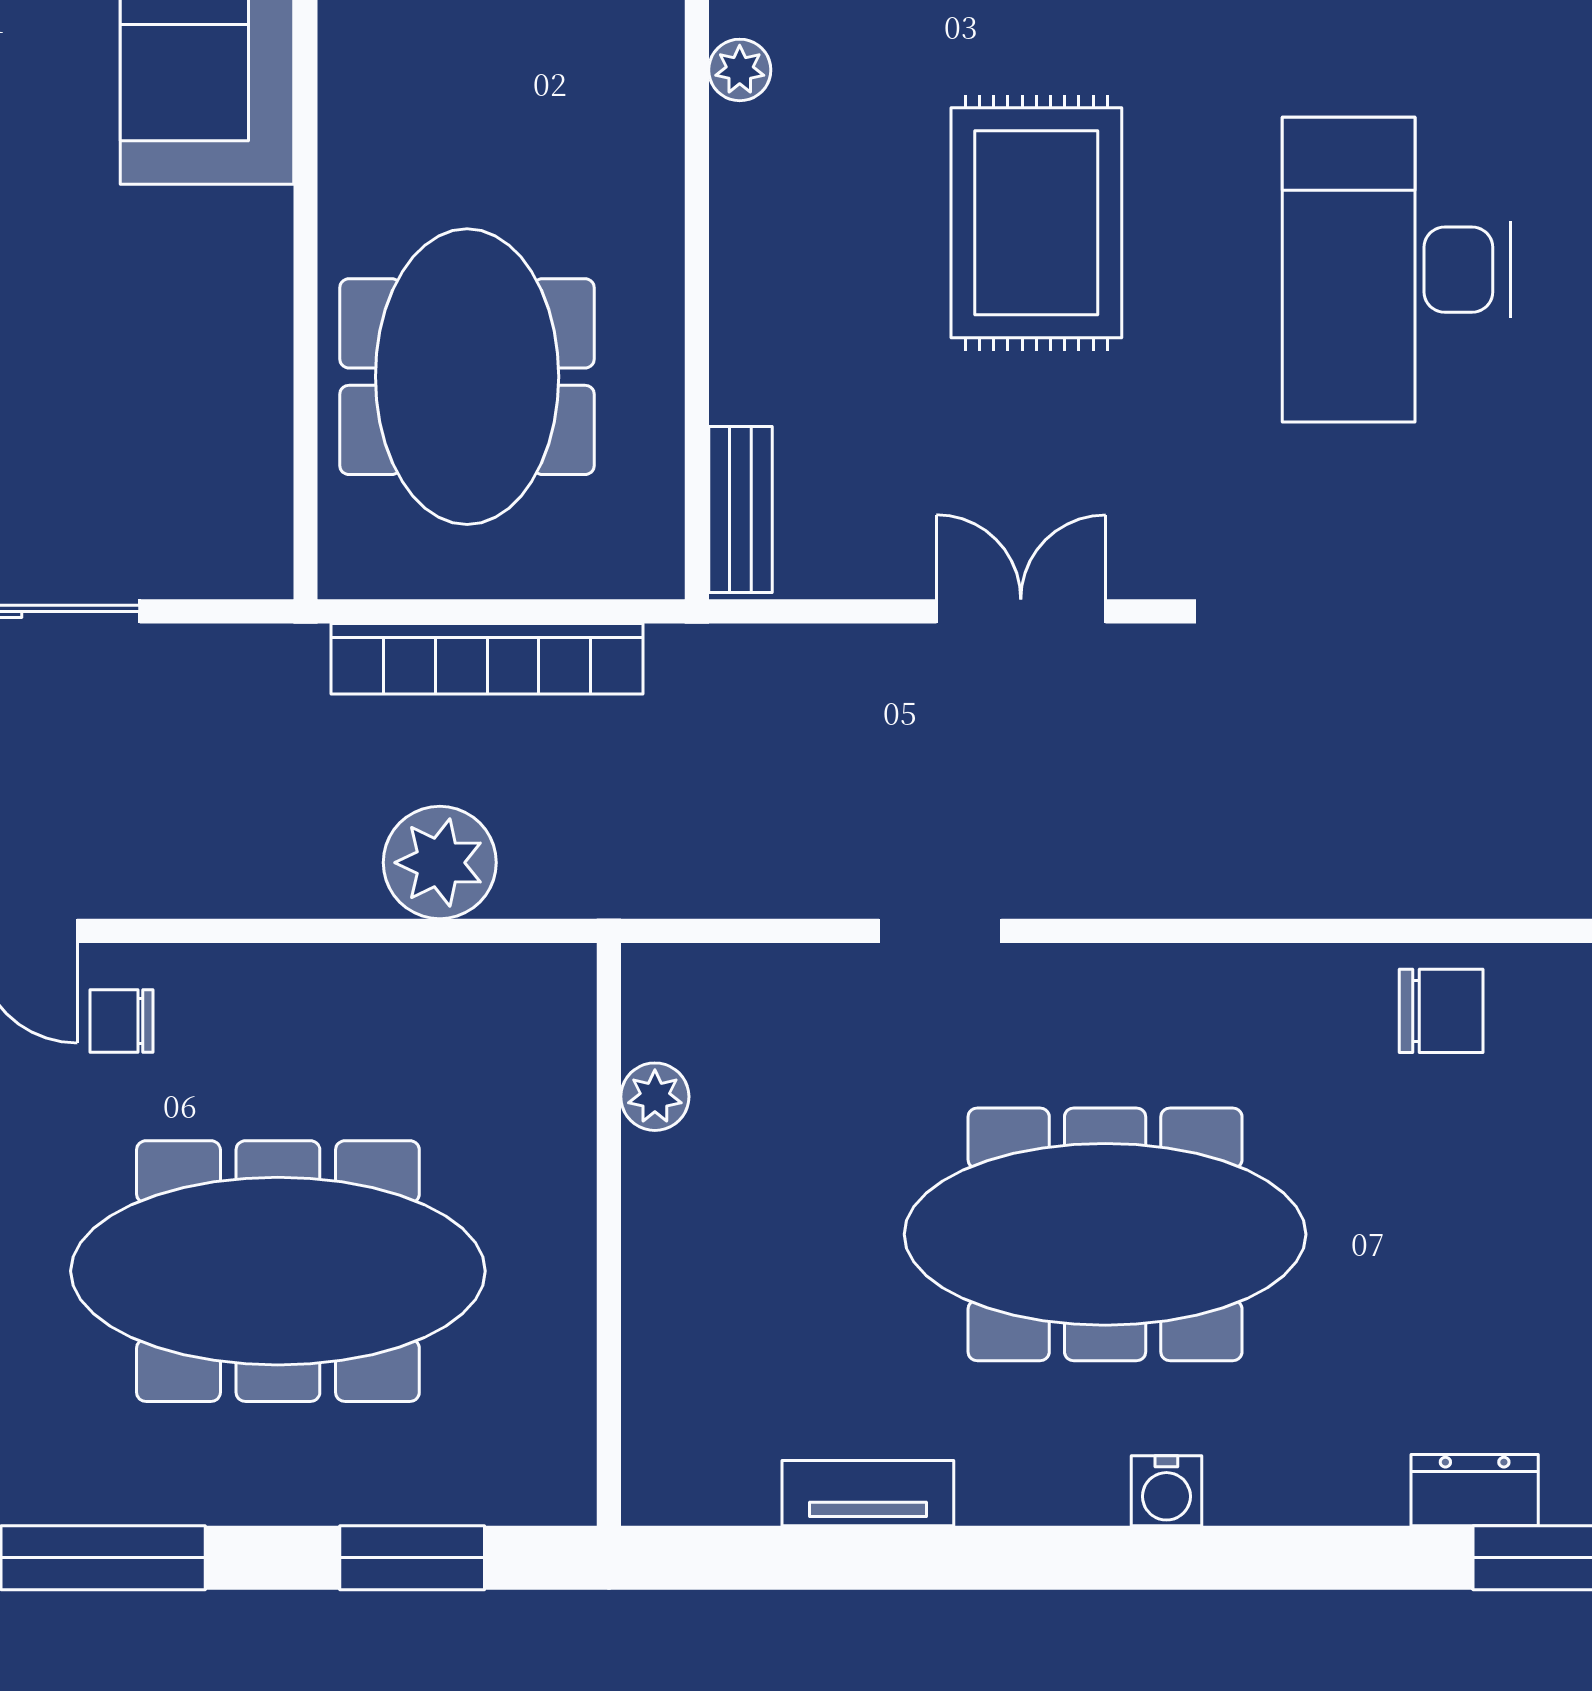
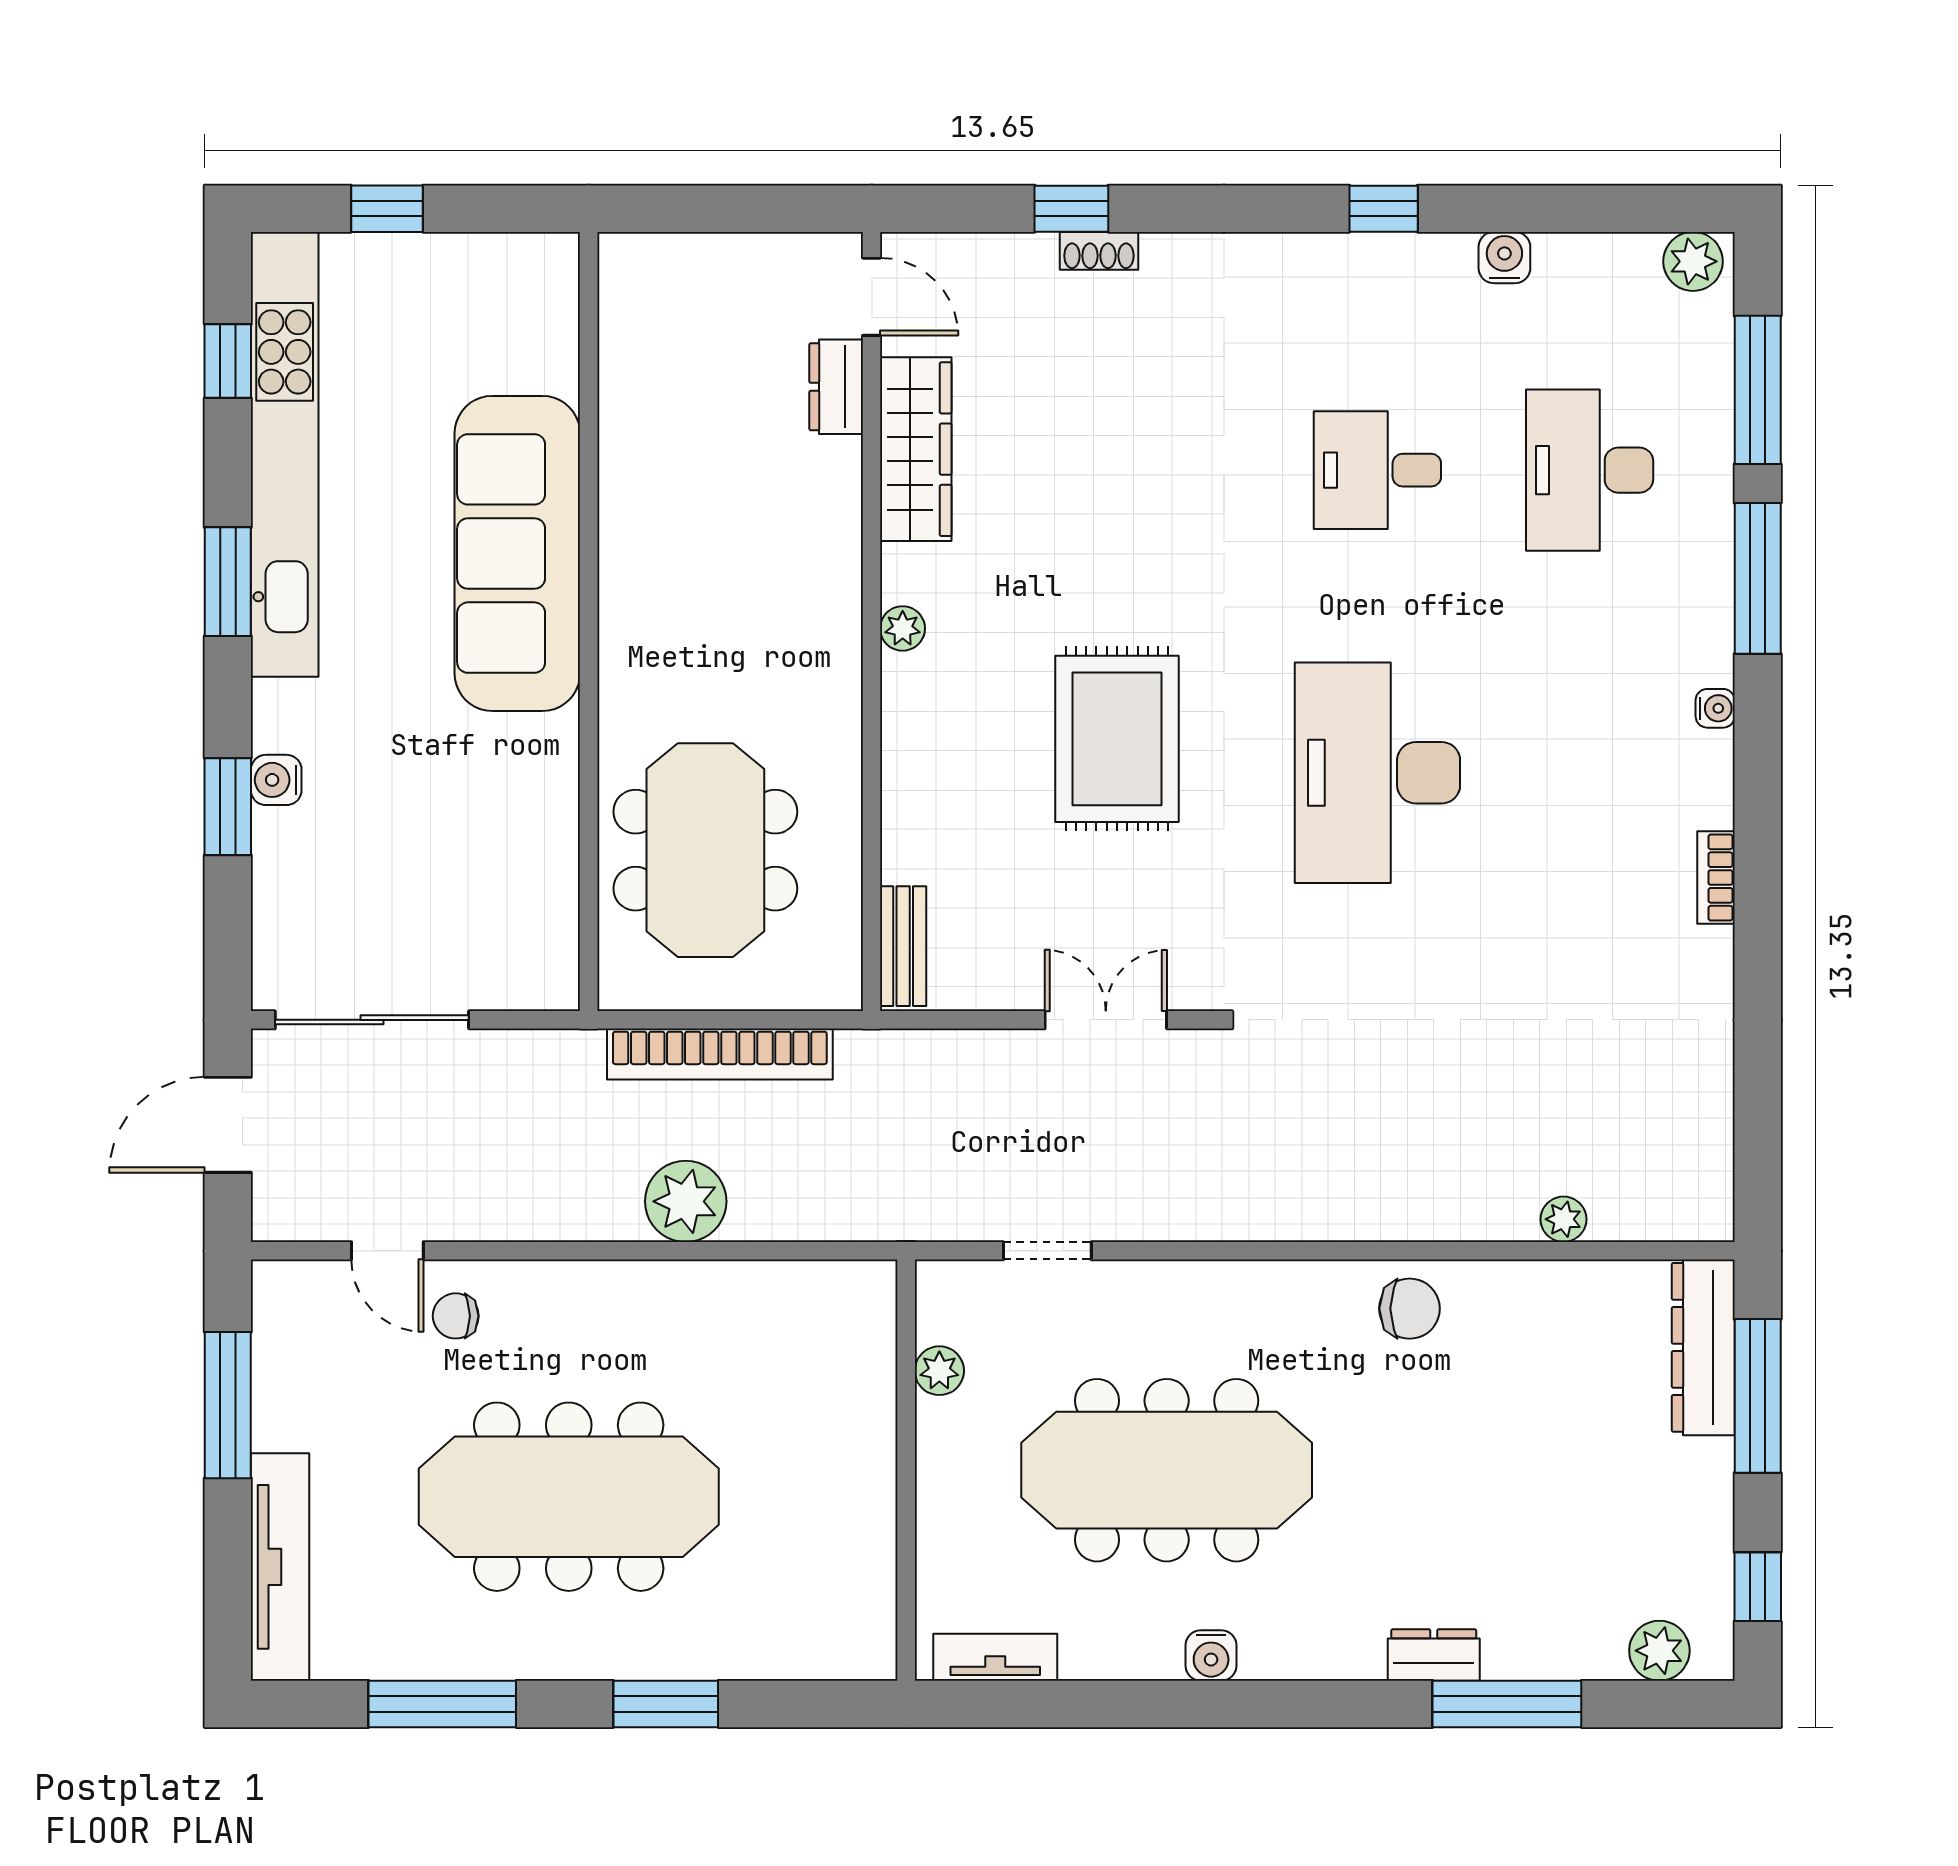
plant: (655, 1097) -> (939, 1371), moved
wall: (609, 1234) -> (906, 1470), moved

